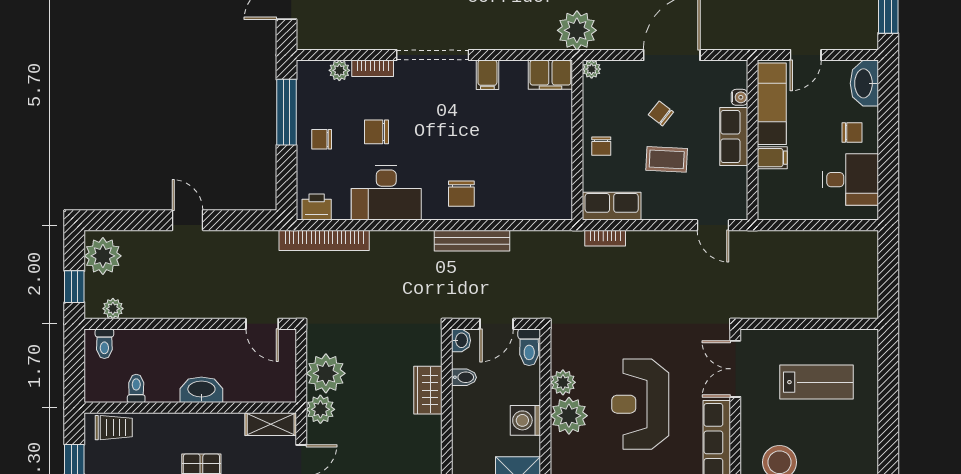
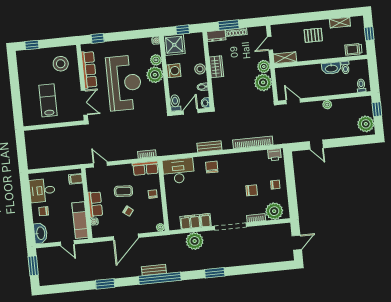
plant: (577, 30) -> (195, 241), moved
door: (806, 55) -> (67, 243), swing flipped
plant: (339, 70) -> (274, 211), width x1.88, depth x1.88
filing cabinet: (550, 75) -> (190, 222), moved
window: (286, 112) -> (292, 195), removed
filing cabinet: (772, 158) -> (76, 179), moved
desk: (386, 193) -> (178, 171), moved
door: (188, 220) -> (316, 145), moved
bookcase: (324, 240) -> (253, 142), moved
bench: (472, 241) -> (209, 147), width x0.73
plant: (113, 309) -> (327, 105), moved
plant: (563, 382) -> (156, 60), moved
lab bench: (817, 382) -> (48, 100), turned 90
washbasin: (201, 390) -> (331, 68), moved
wardrobe: (428, 390) -> (216, 67), moved
reception desk: (640, 404) -> (124, 83), width x1.36, depth x1.30
stool: (465, 418) -> (200, 69), added

